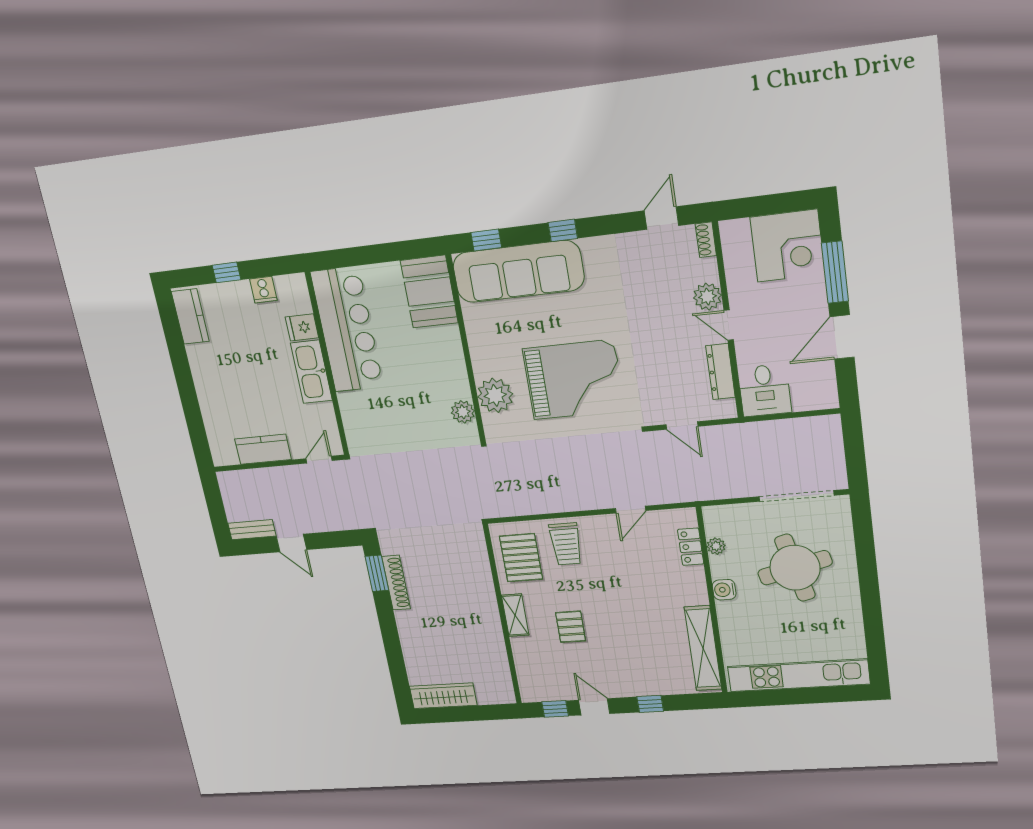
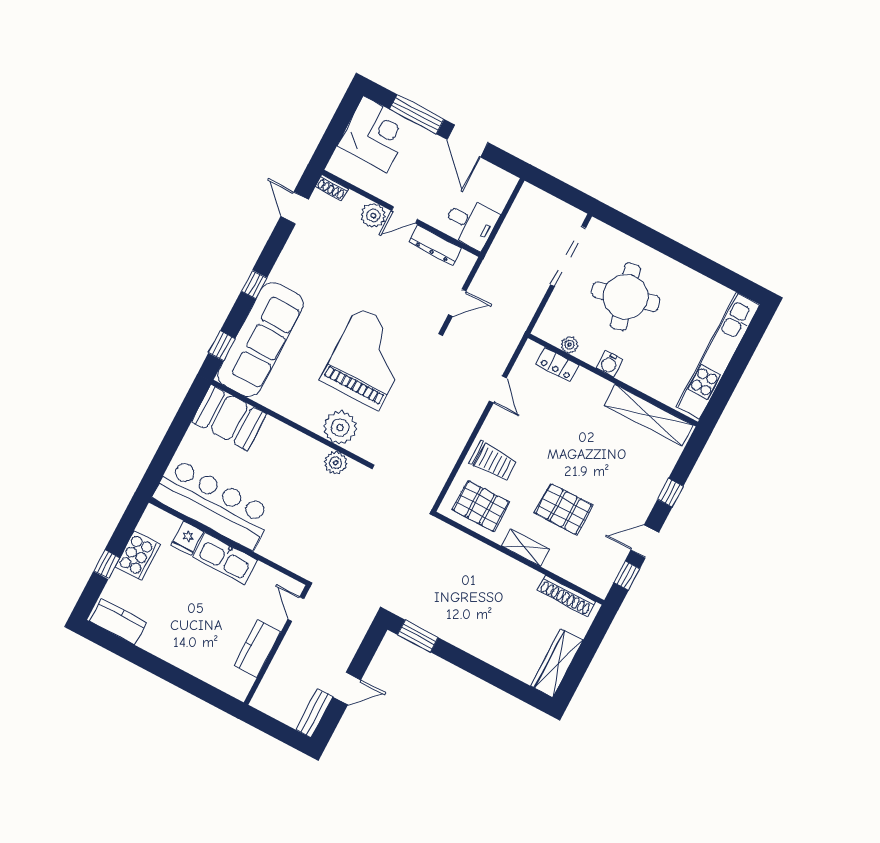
cooker: (263, 290) -> (138, 556), width x1.87, depth x1.31
shoe rack: (396, 583) -> (566, 596), moved, turned 180
pallet: (571, 627) -> (564, 509), width x1.50, depth x1.42

